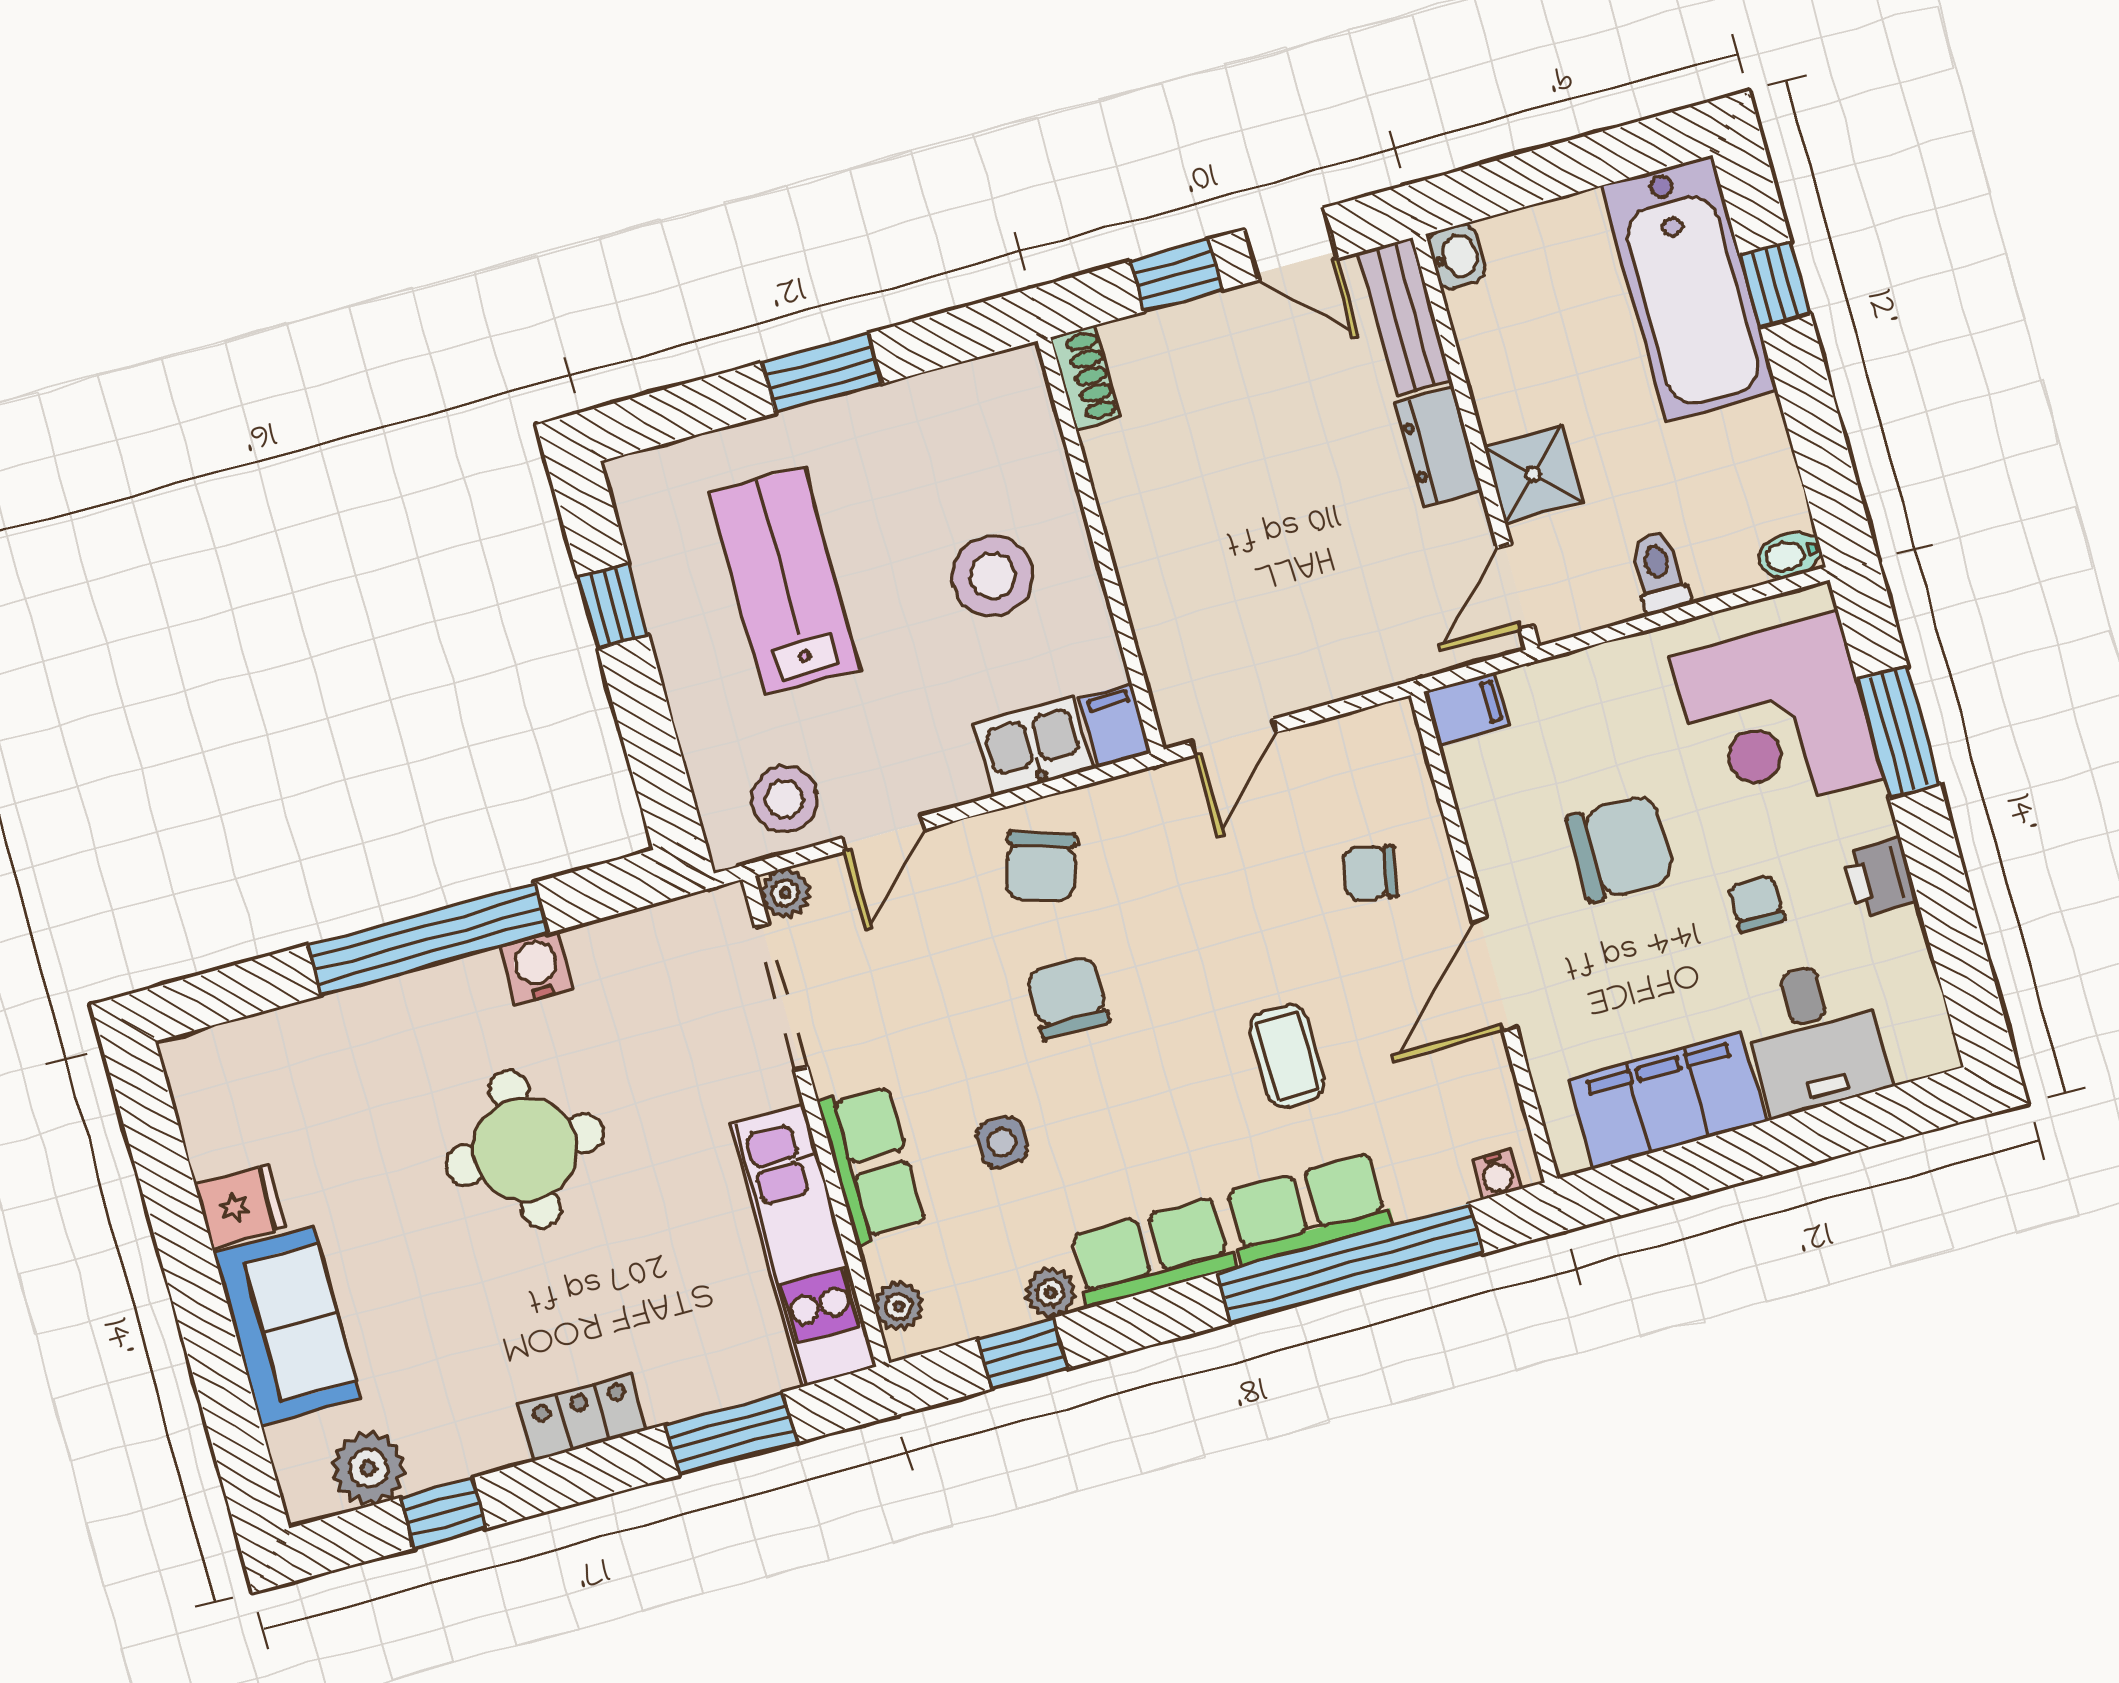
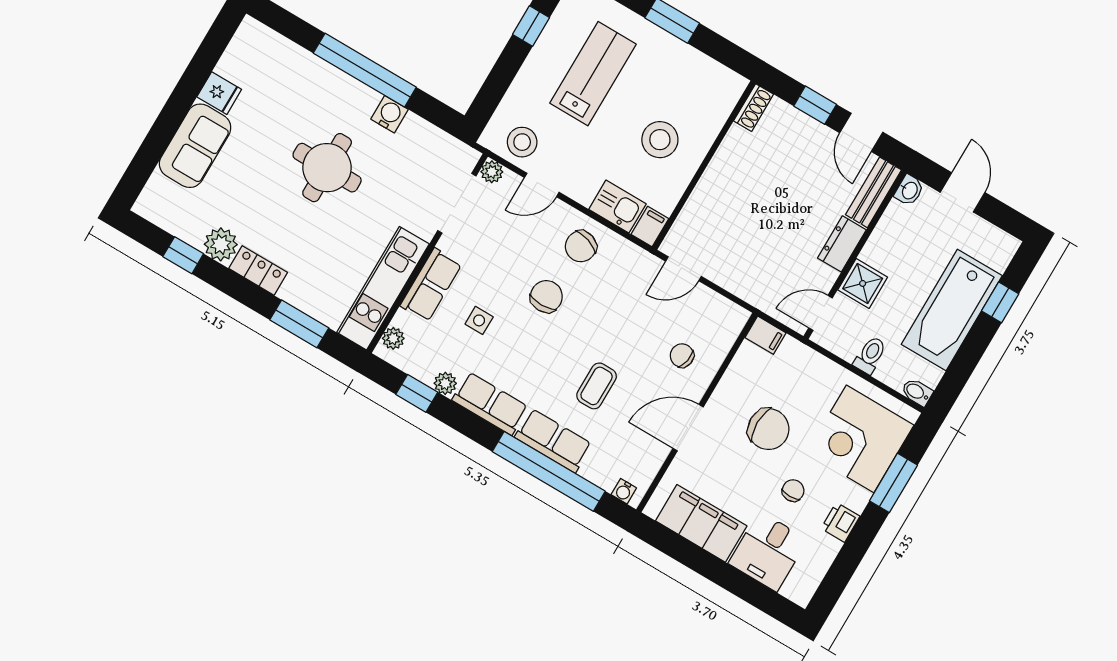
door: (1542, 175) -> (962, 192), added
bathtub: (1689, 288) -> (952, 310), moved
plant: (368, 1468) -> (221, 244), moved

